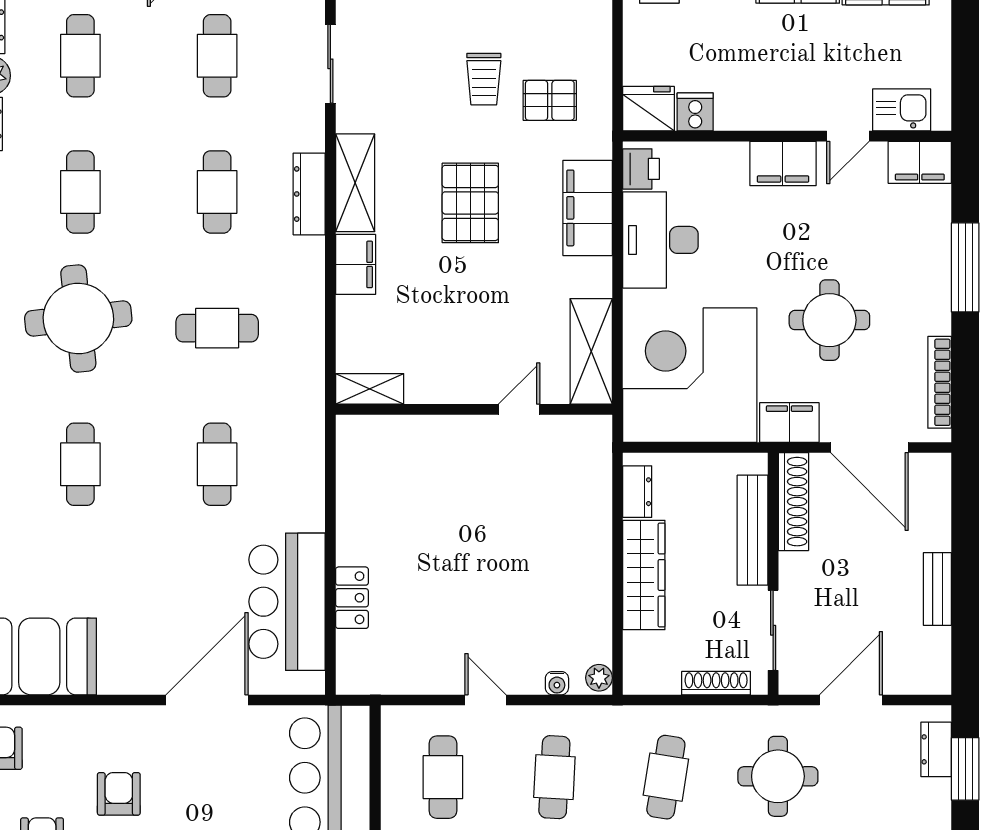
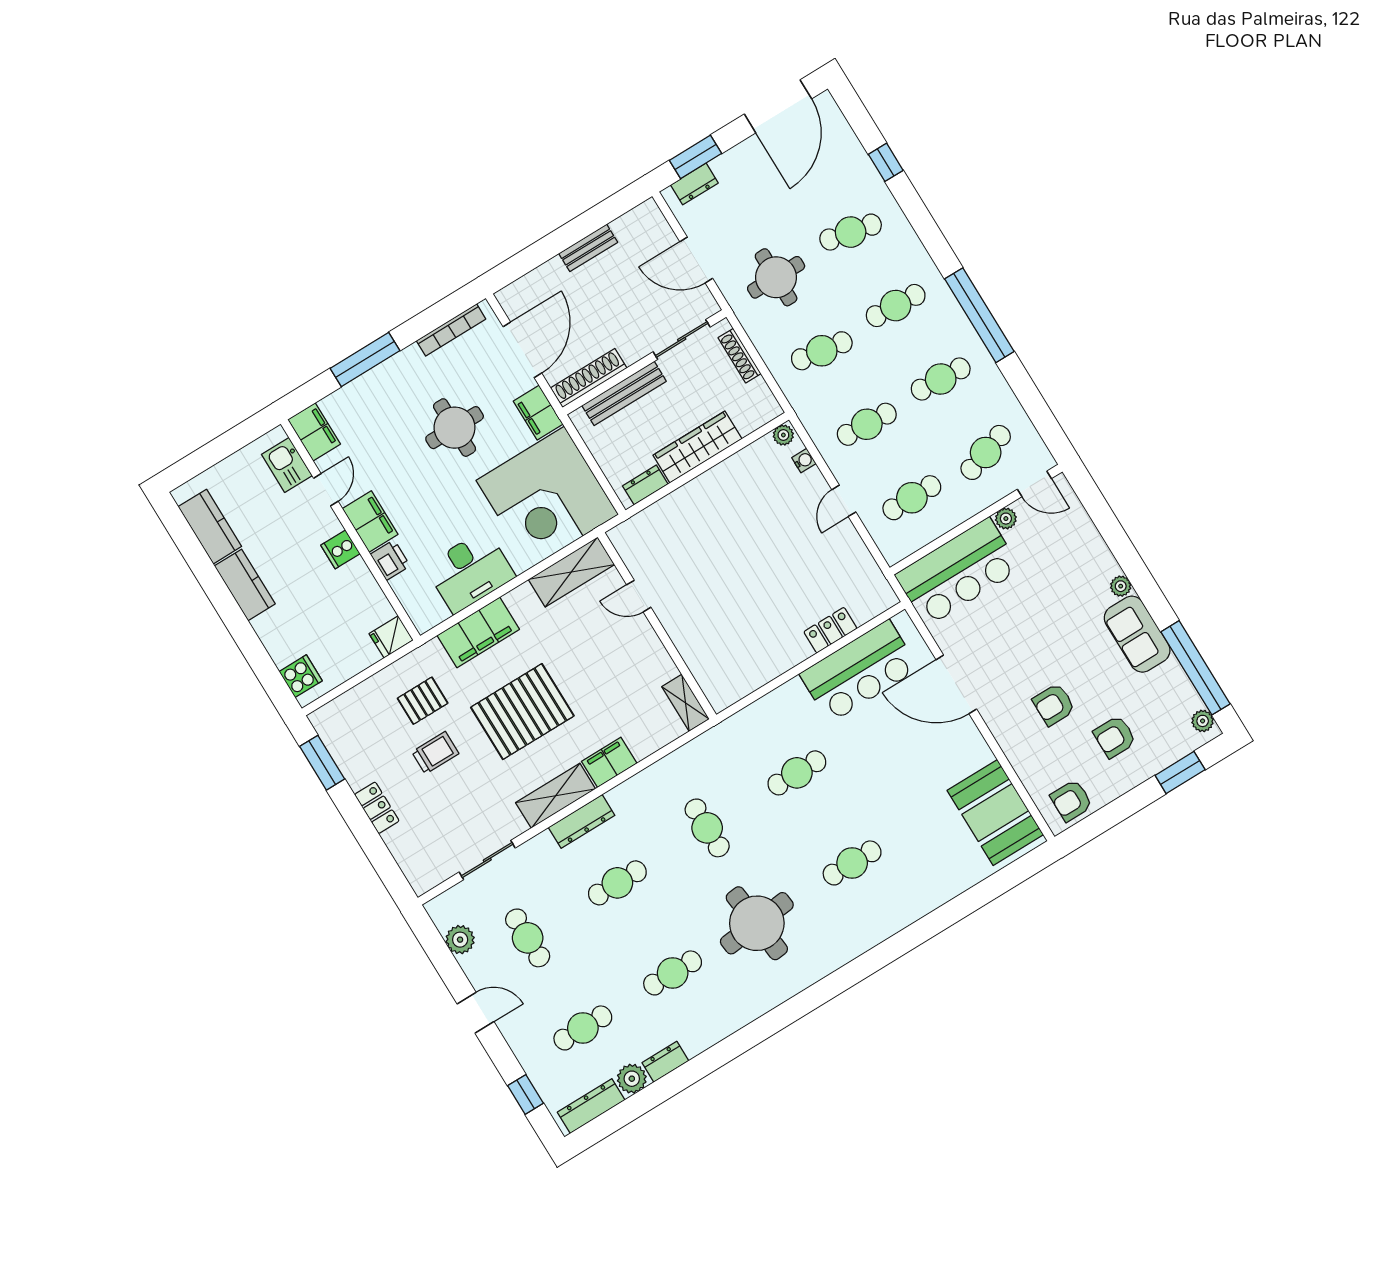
cafe table: (217, 56) -> (528, 938), turned 90
pallet: (550, 100) -> (423, 701), turned 90
fridge: (649, 109) -> (391, 637), width x0.72
cooker: (695, 112) -> (340, 549), moved
door: (848, 136) -> (326, 490), hinge flipped
printer: (641, 169) -> (390, 560), moved, turned 90
pallet: (470, 203) -> (522, 712), width x1.37, depth x1.41

